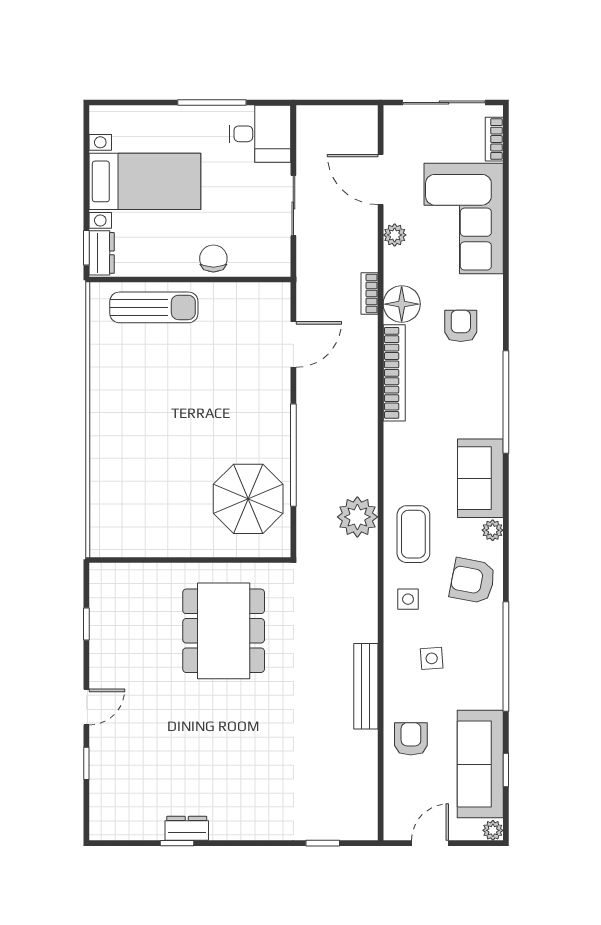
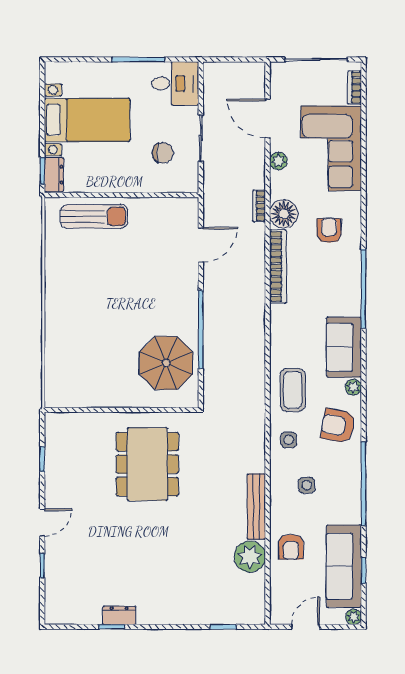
chair: (213, 258) -> (163, 153), moved, turned 90
plant: (357, 517) -> (250, 557), moved
armchair: (411, 739) -> (291, 547), turned 180

